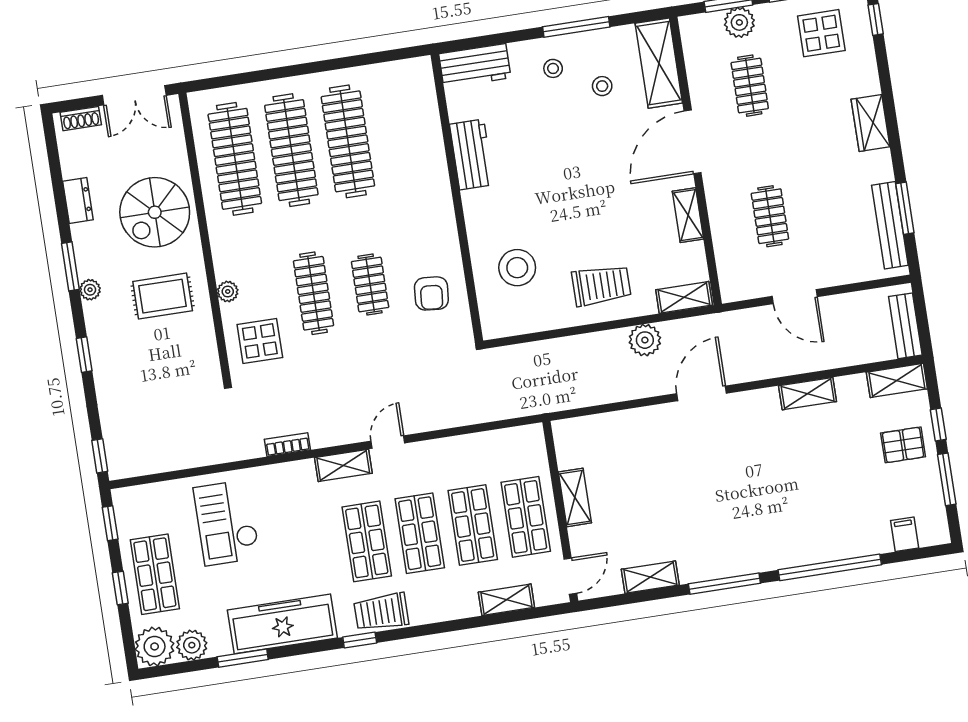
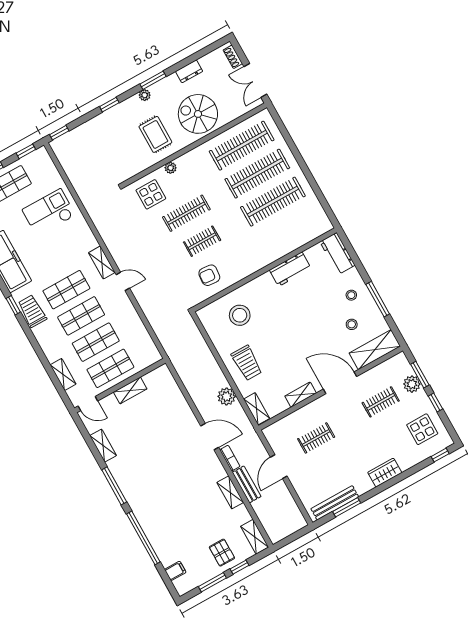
bench: (905, 326) -> (247, 484), moved, turned 90
bookcase: (287, 445) -> (230, 458), moved

